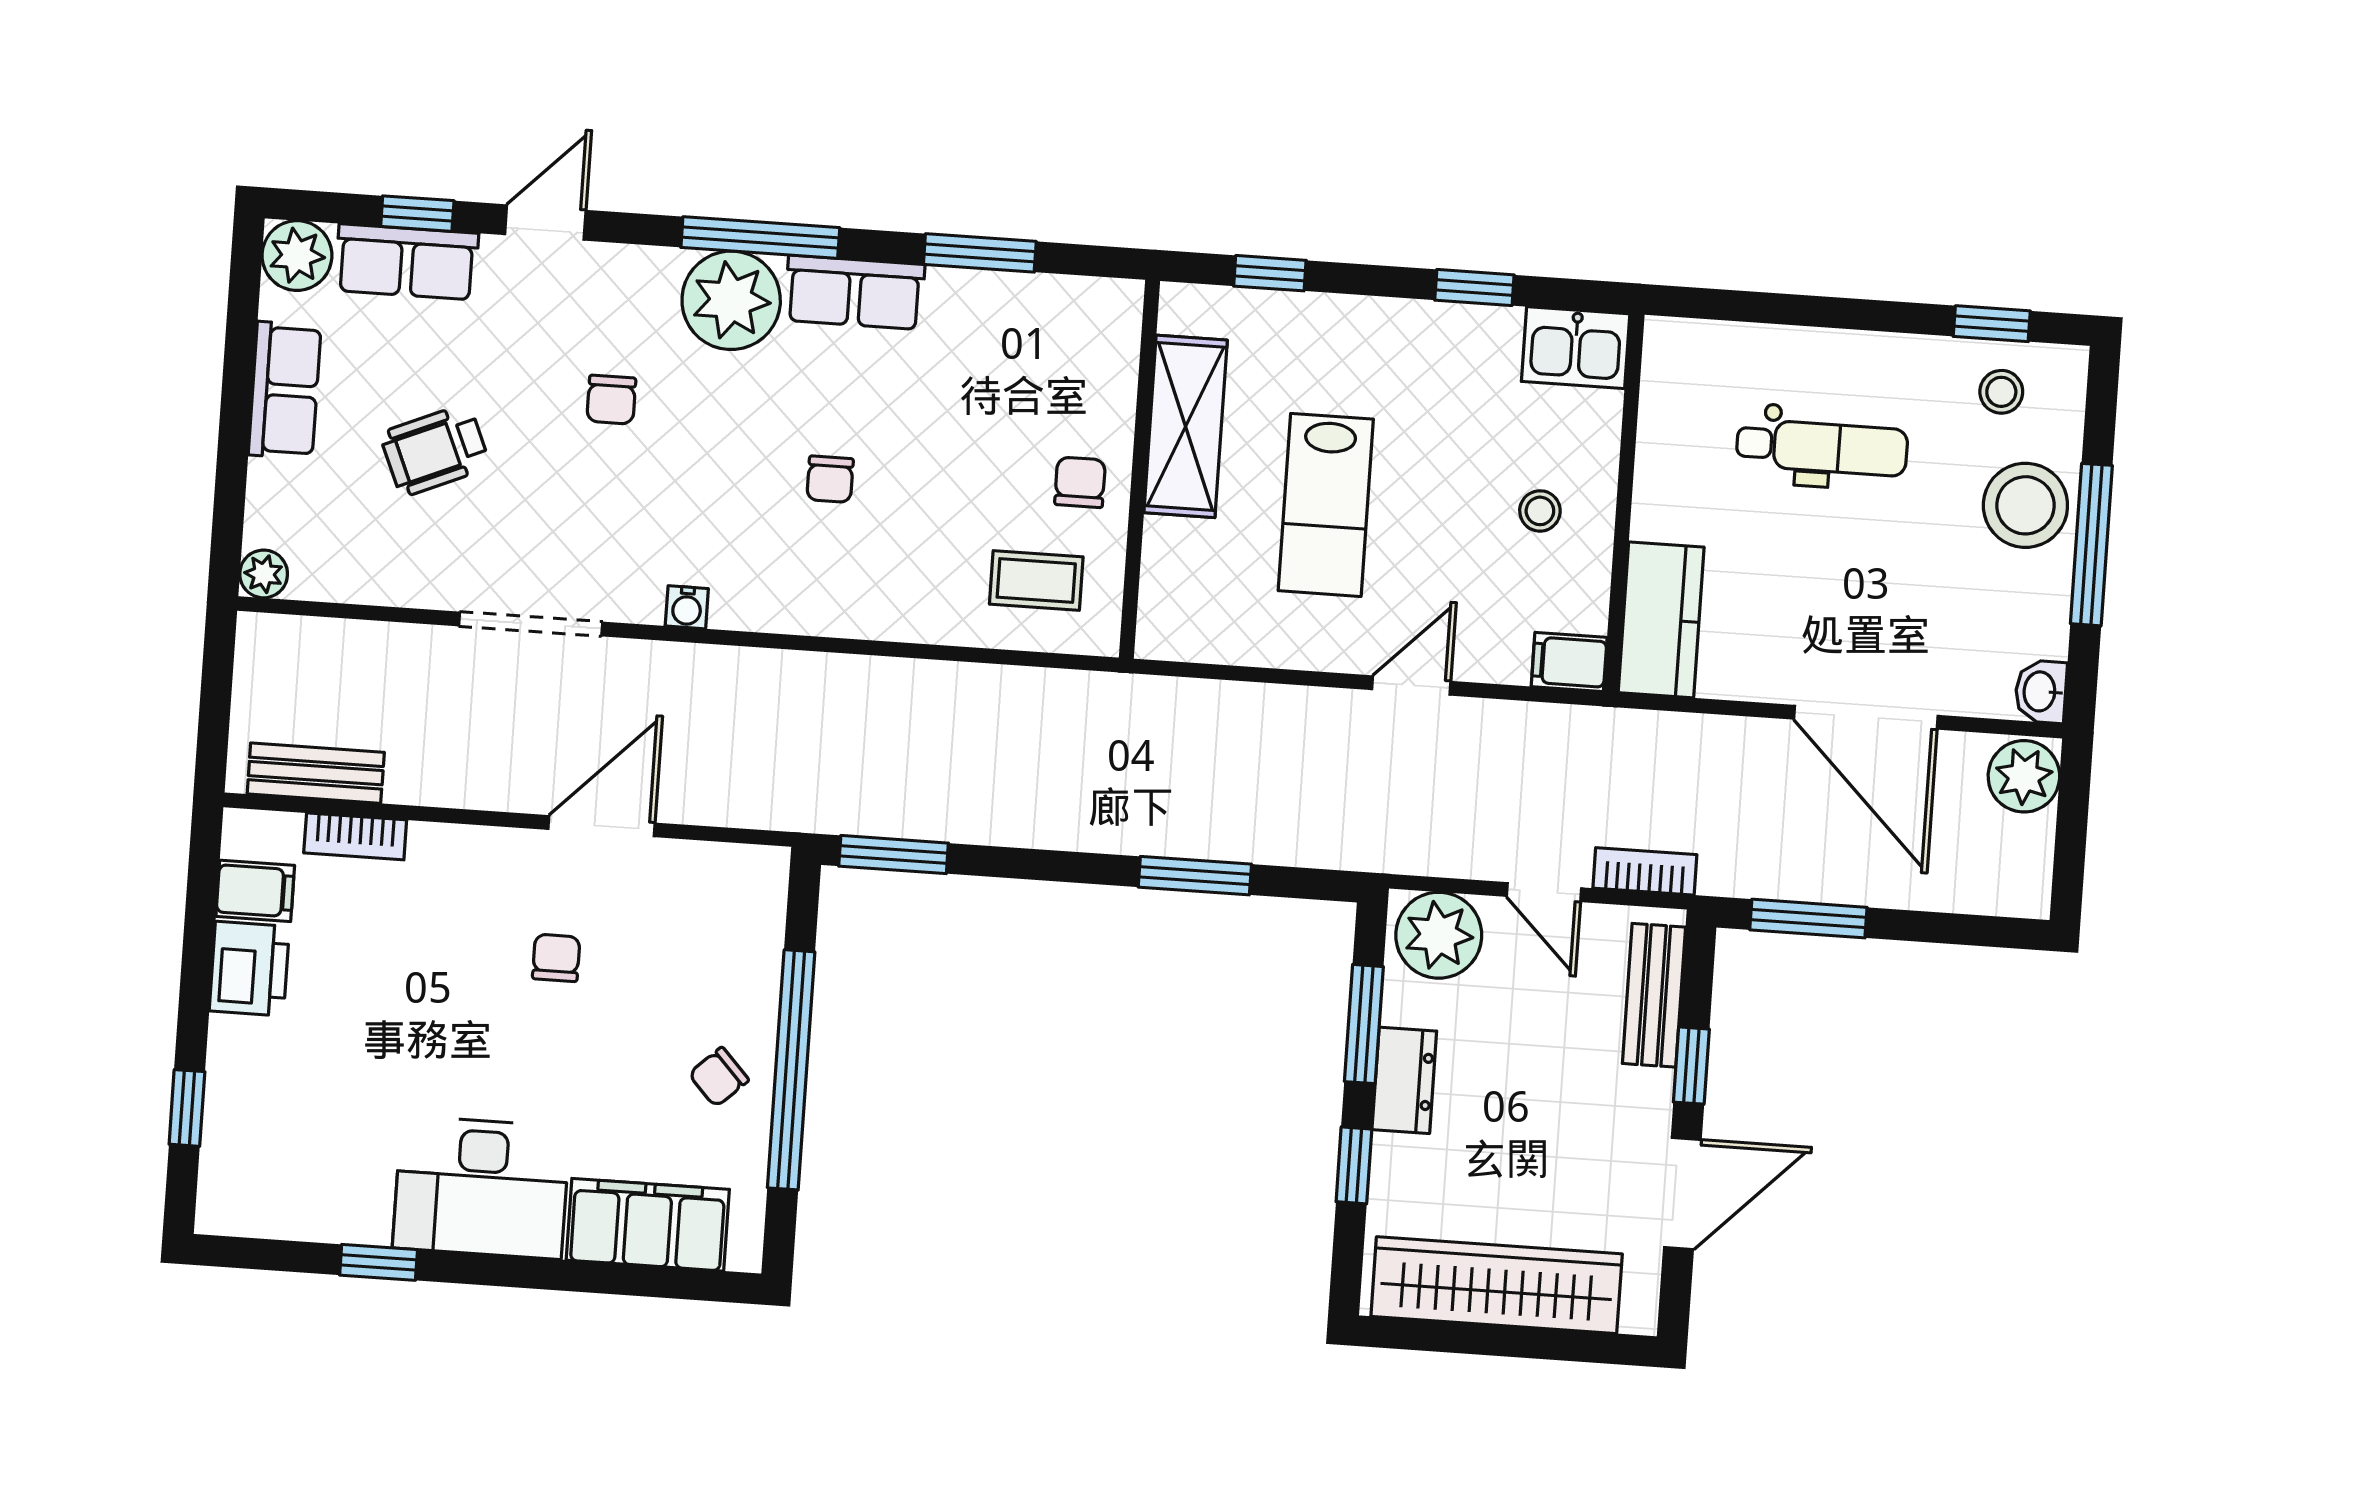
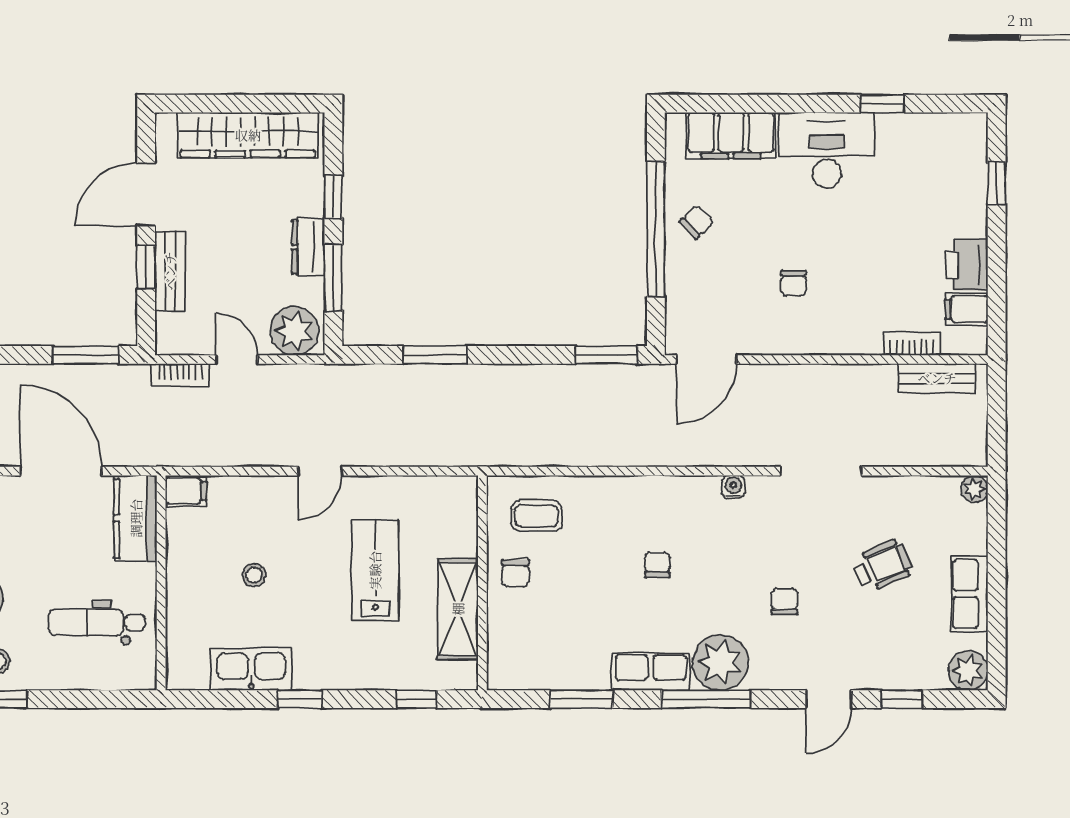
row of seats: (407, 262) -> (906, 671), removed
kitchen sink: (1576, 348) -> (251, 669), width x1.38
wall: (1624, 503) -> (161, 583), moved
kitchen counter: (1661, 620) -> (136, 518), moved
filing cabinet: (1569, 662) -> (186, 491), moved
door: (601, 826) -> (706, 359), moved
bench: (1654, 995) -> (170, 271), moved

